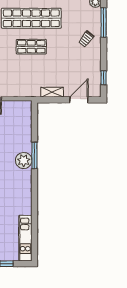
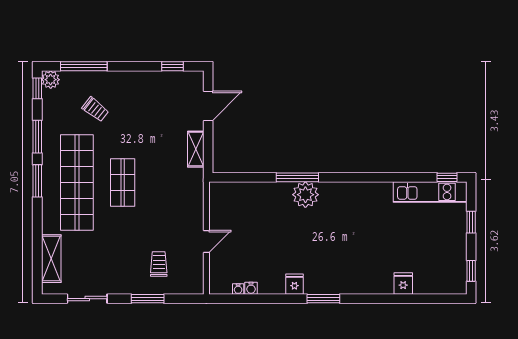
trolley: (86, 39) -> (95, 109), moved
door: (79, 100) -> (208, 106), swing flipped
window: (34, 249) -> (447, 177), added

